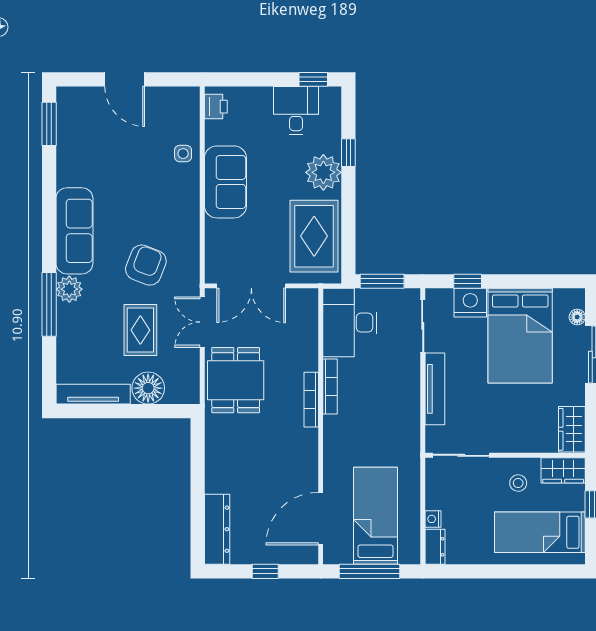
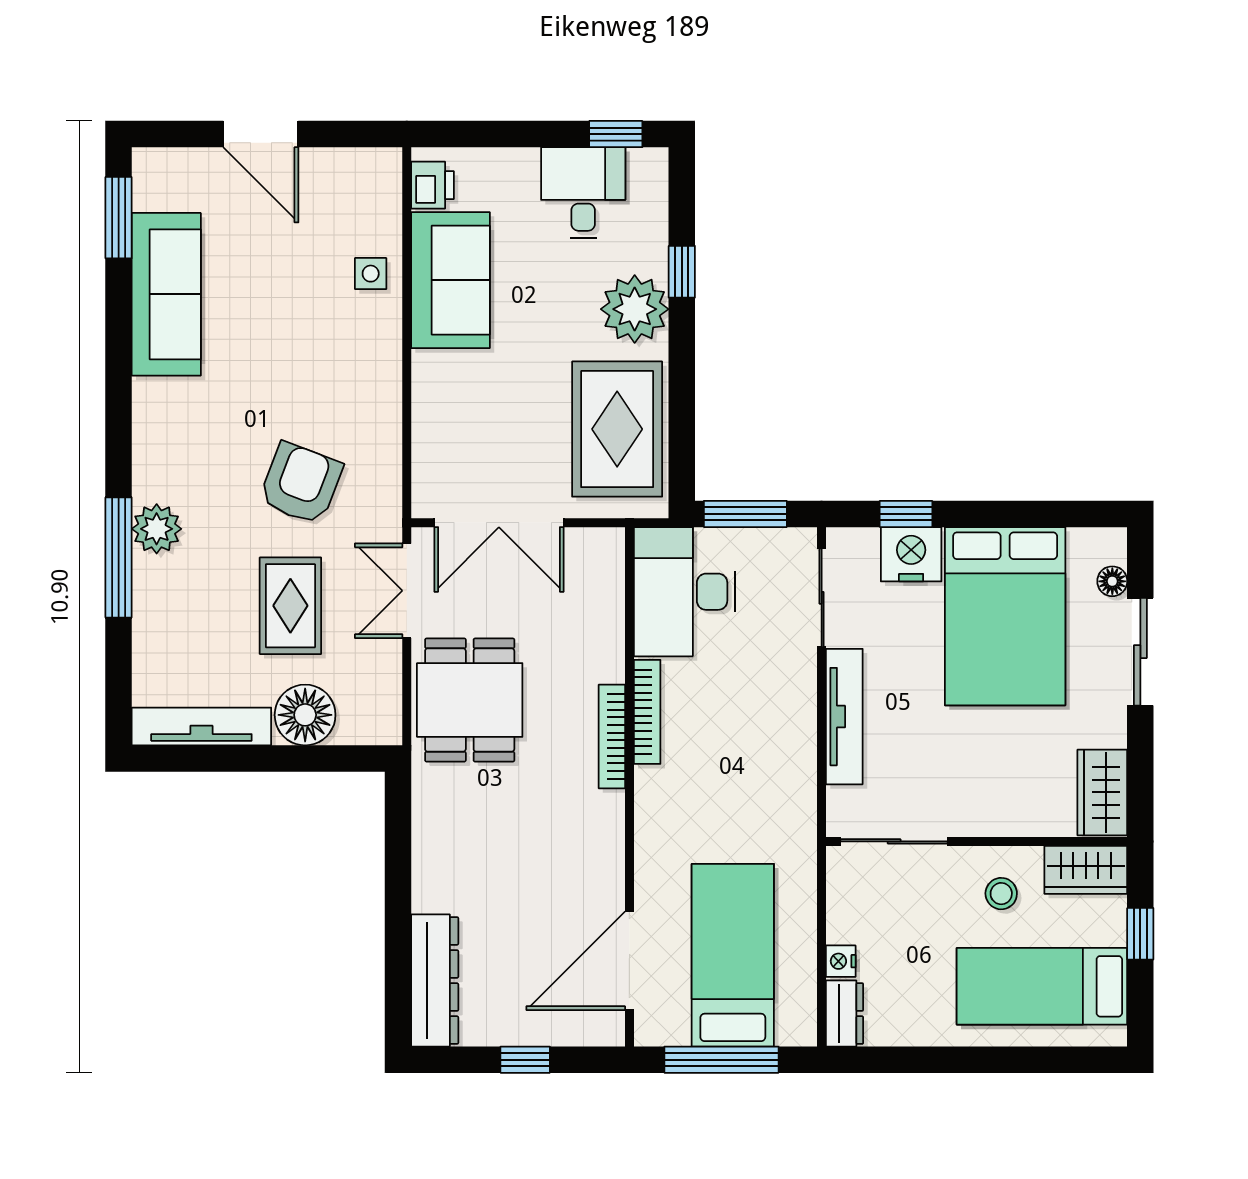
sofa: (225, 182) -> (450, 280), moved
sofa: (74, 231) -> (166, 294), moved

